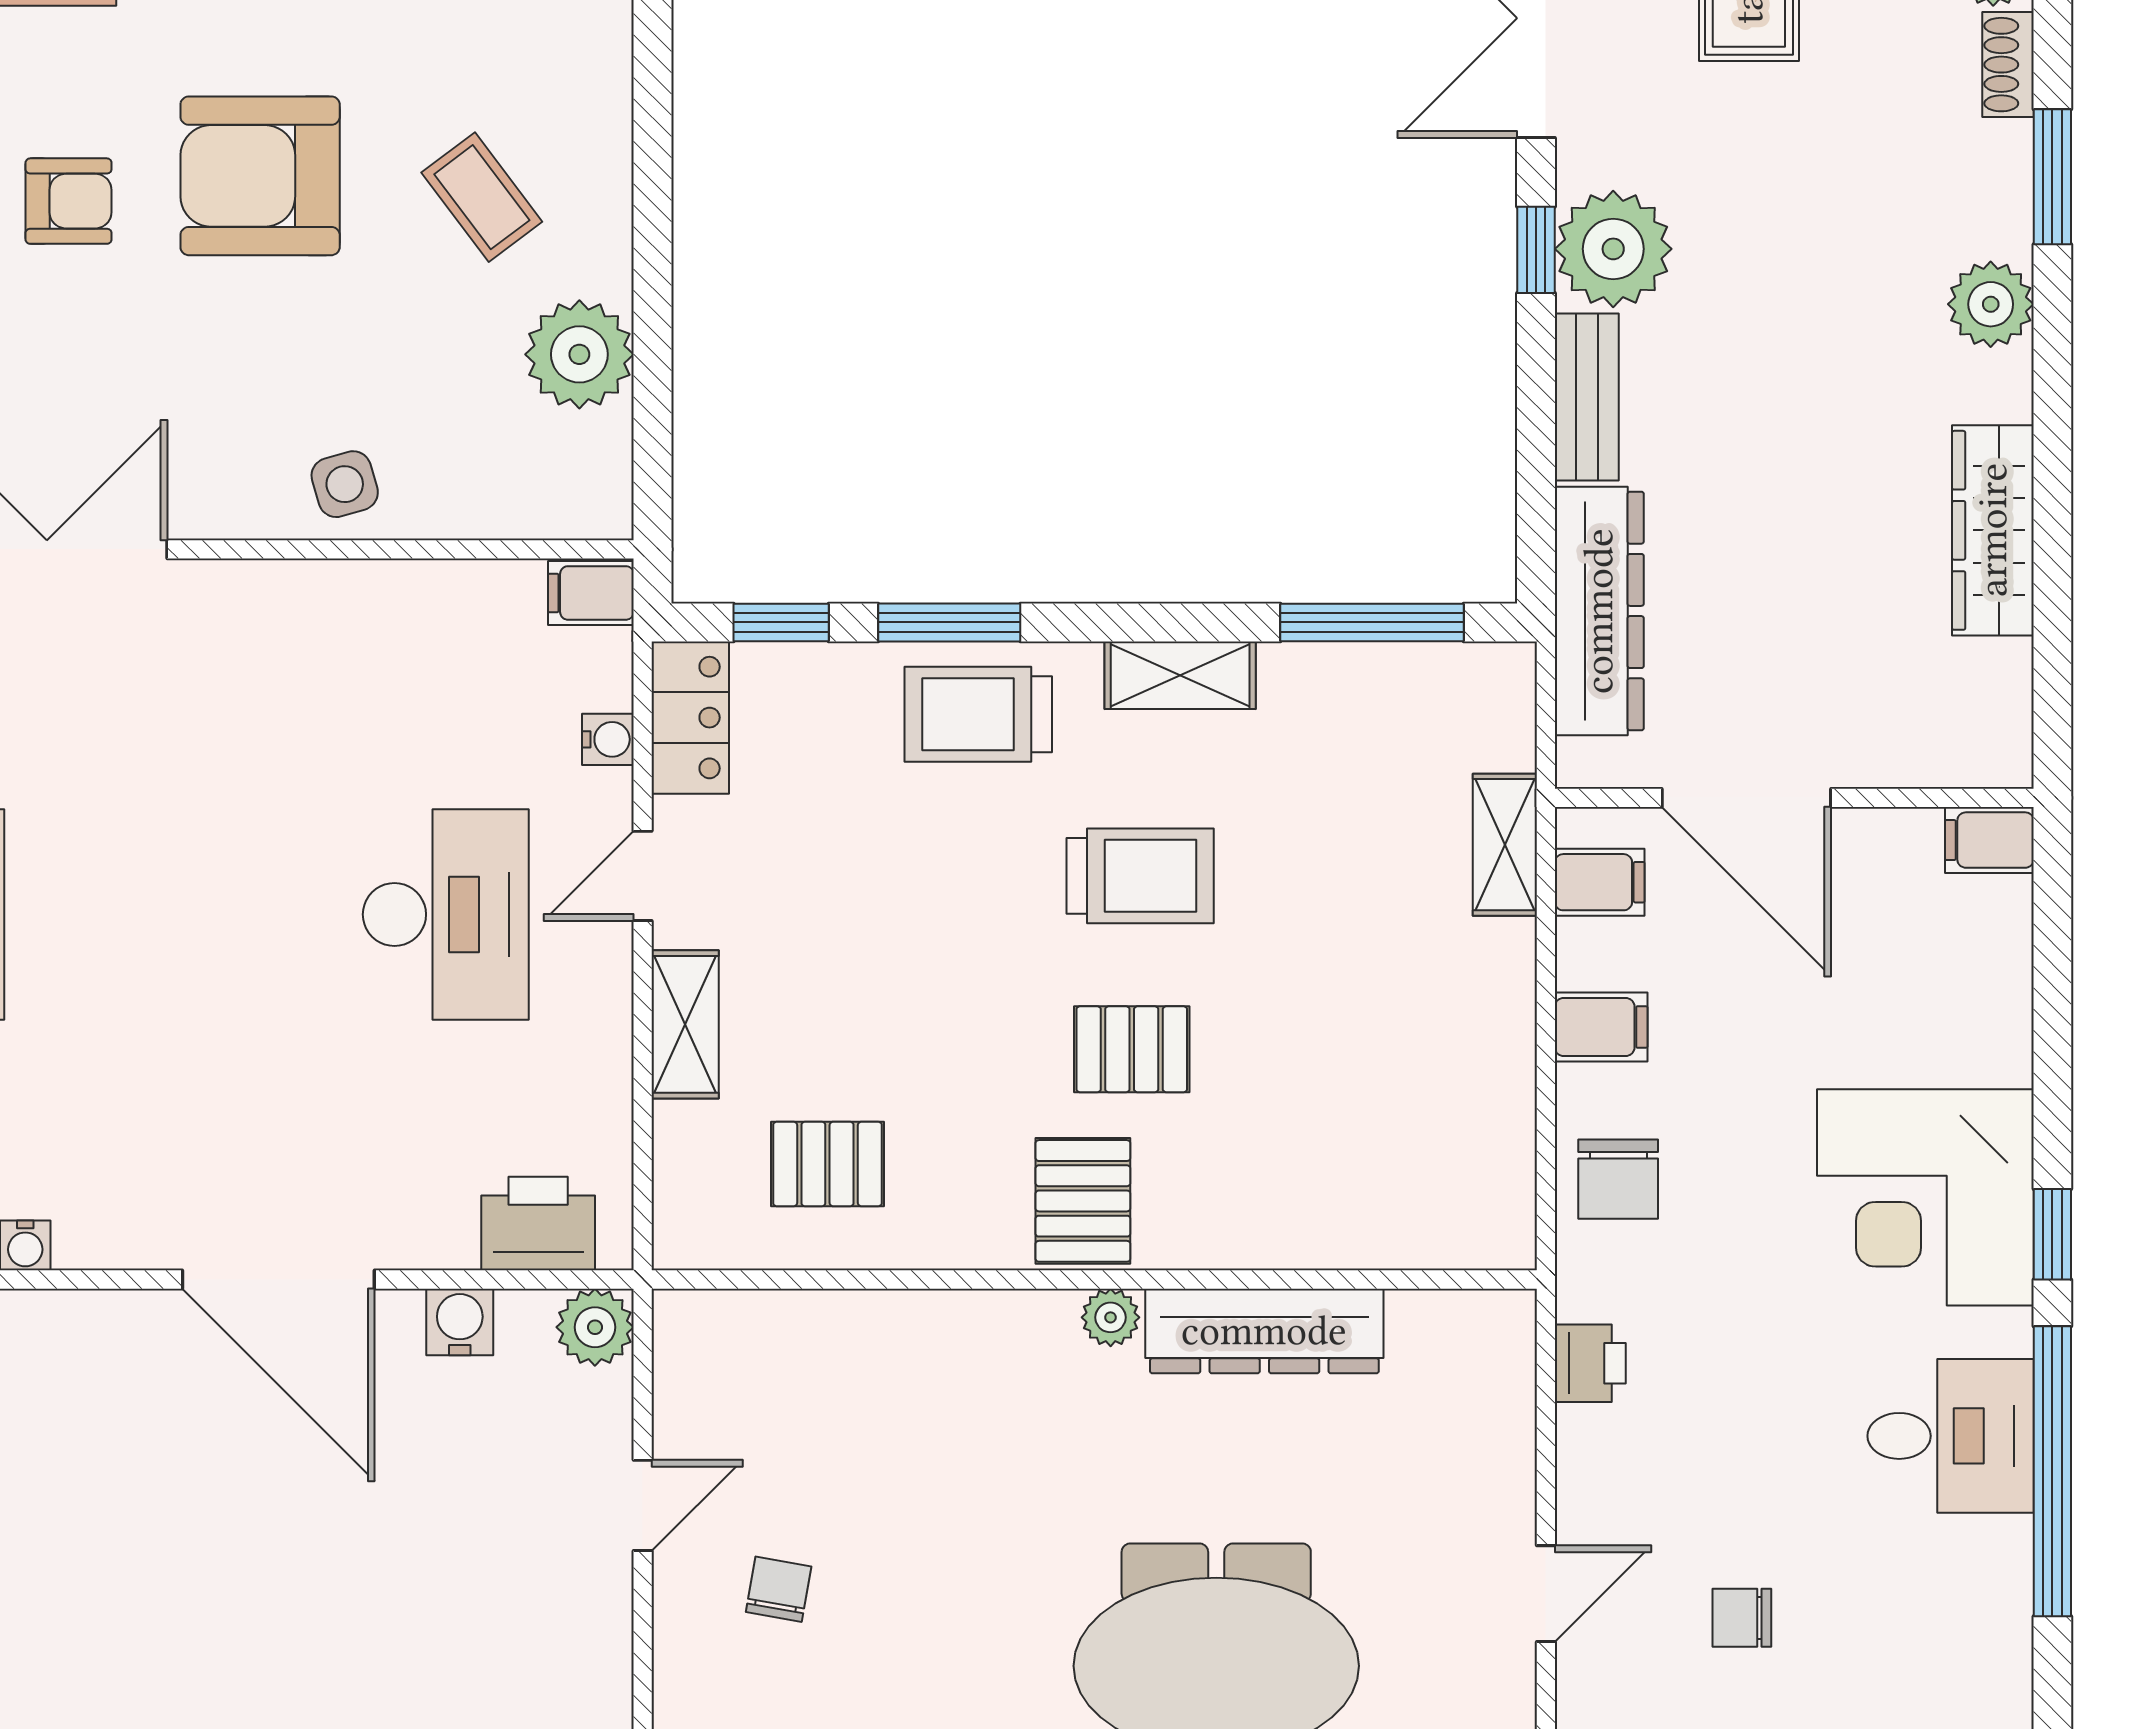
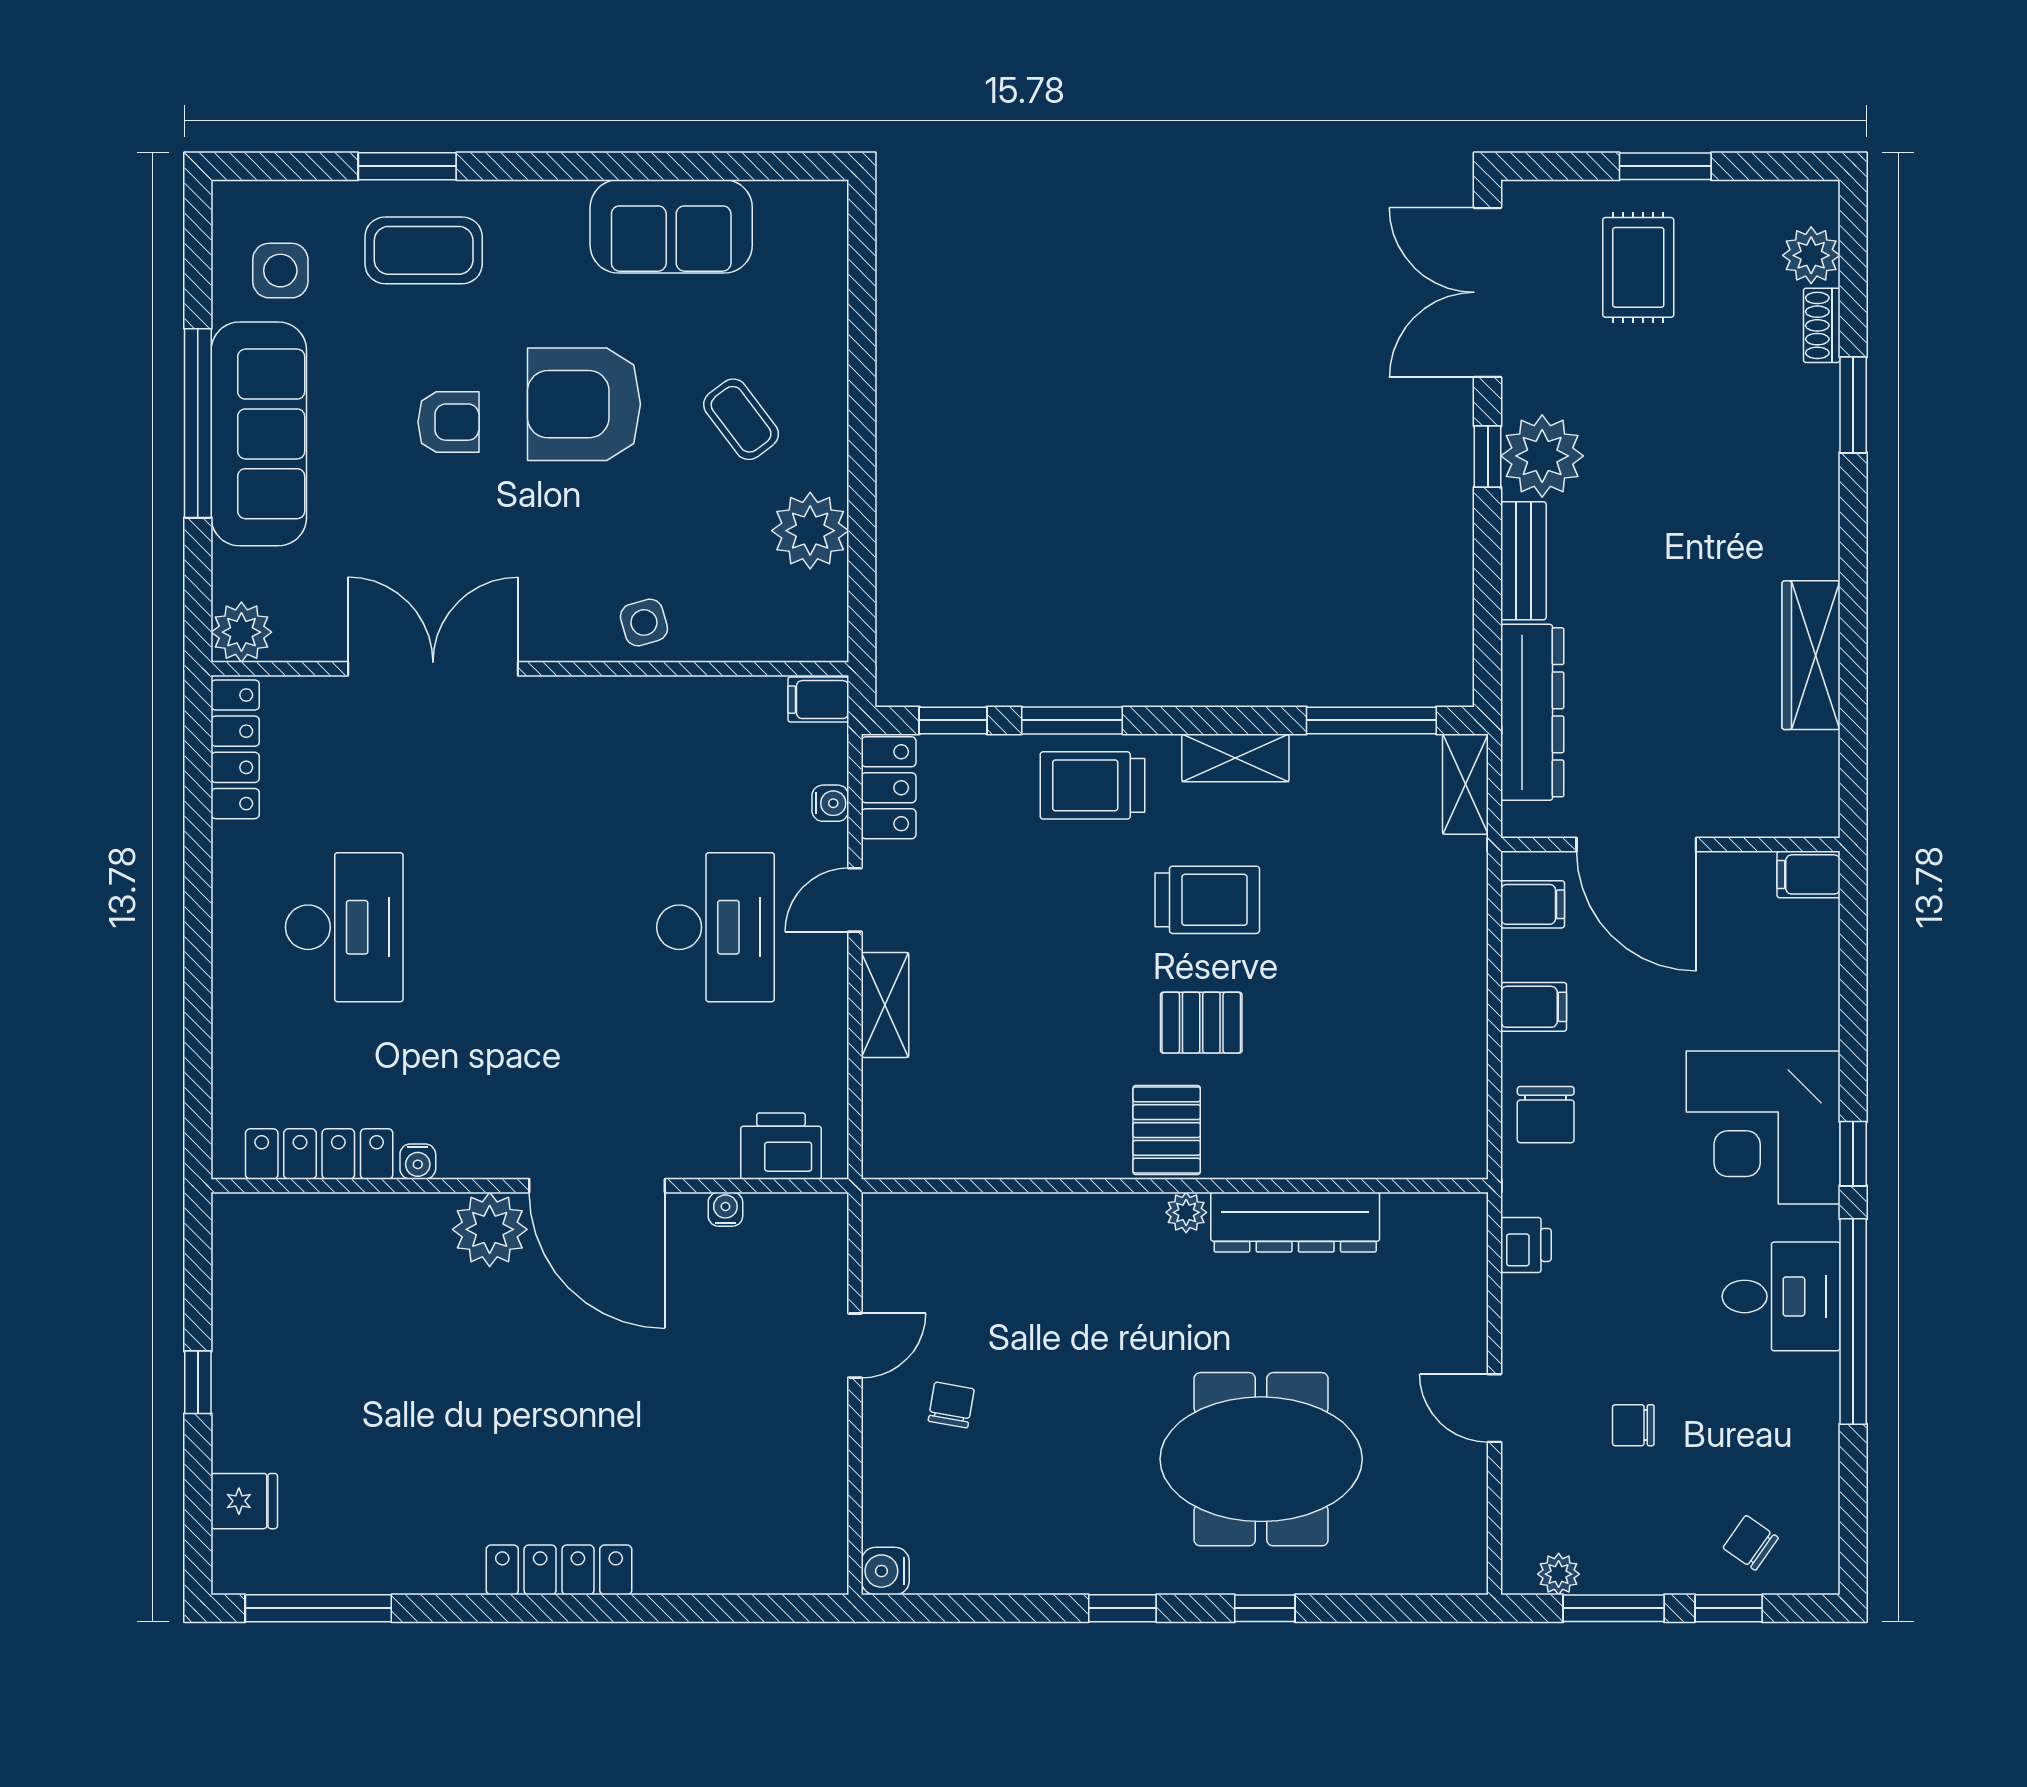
plant: (1991, 304) -> (1809, 495), removed
shelving: (1505, 845) -> (1465, 784), moved
pallet: (827, 1164) -> (986, 1104), removed
water cooler: (460, 1322) -> (725, 1209), width x0.72, depth x0.72
plant: (595, 1327) -> (490, 1229), moved, width x1.36, depth x1.36
door: (1546, 1594) -> (1494, 1408), swing flipped

